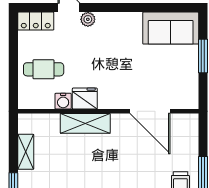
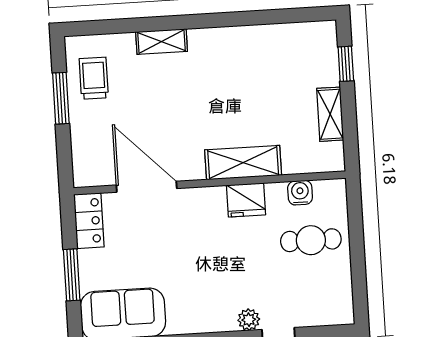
locker: (36, 21) -> (89, 221), moved, turned 90
water cooler: (63, 101) -> (300, 193), moved

